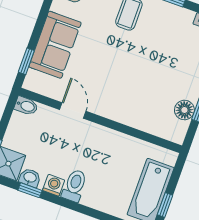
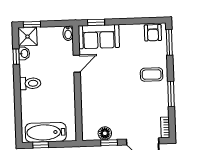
sofa: (55, 45) -> (99, 37), moved
washing machine: (54, 185) -> (25, 70), removed

